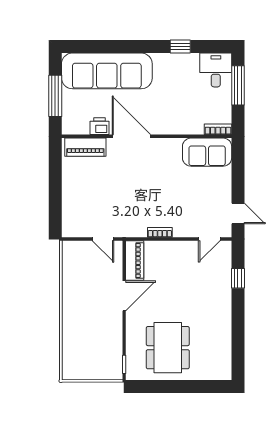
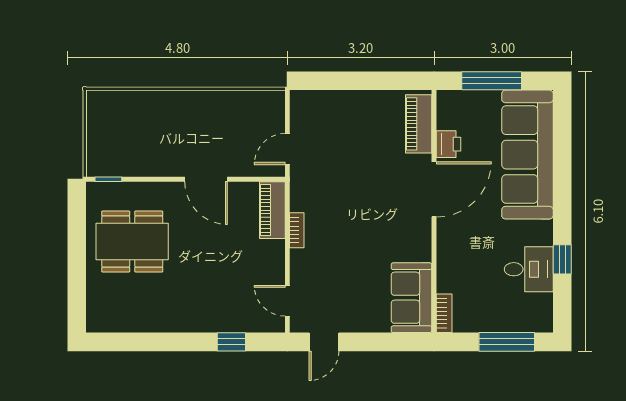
desk: (216, 70) -> (529, 269), moved
piano: (135, 261) -> (272, 210), moved, turned 90

